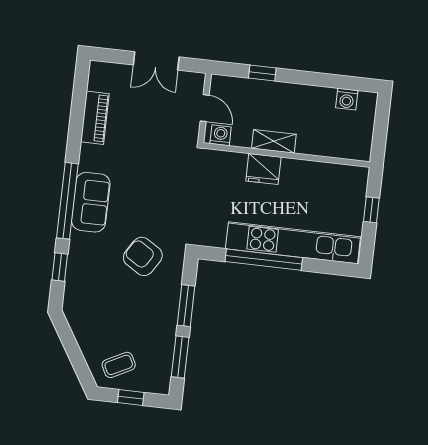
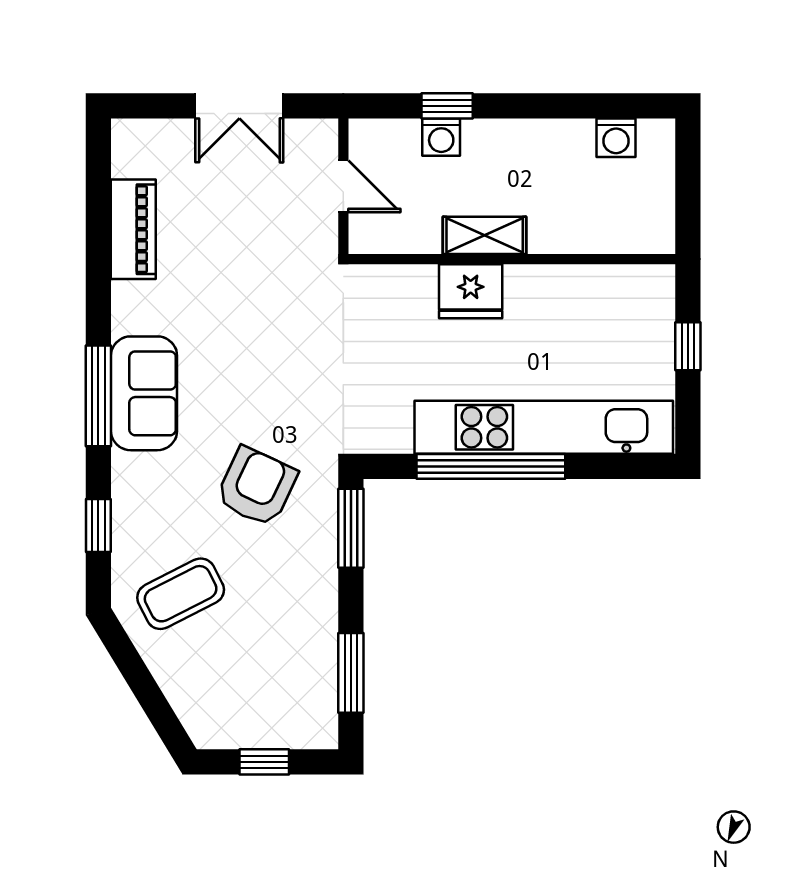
washing machine: (221, 135) -> (441, 137), moved, turned 180
window: (67, 201) -> (98, 396), width x0.68
armchair: (143, 256) -> (257, 487), turned 83
window: (186, 306) -> (351, 528), moved
coffee table: (119, 365) -> (181, 594), moved, width x1.36, depth x1.30

